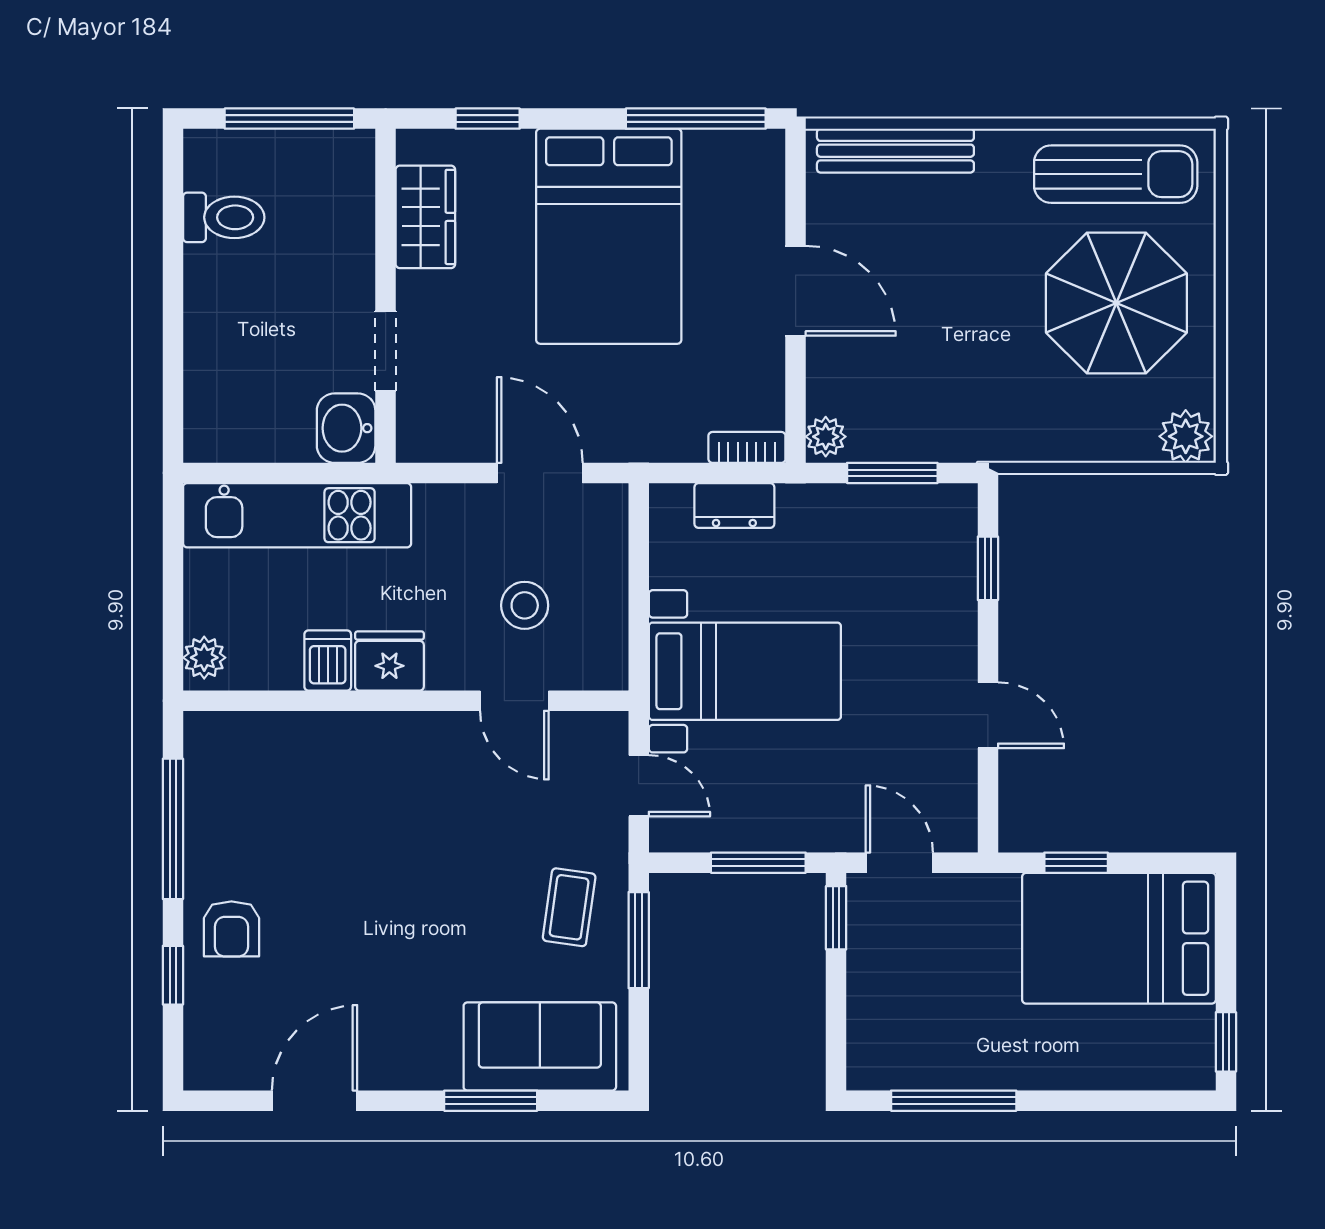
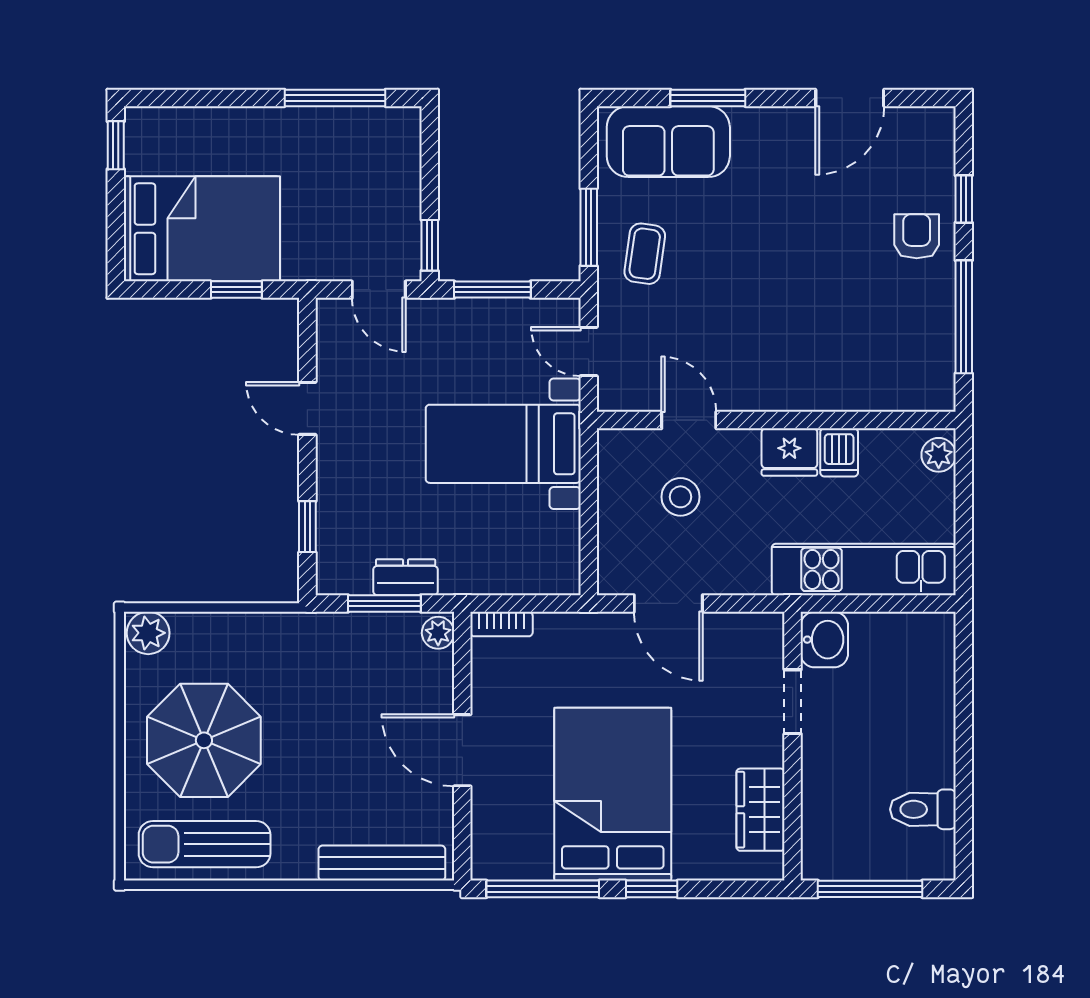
window: (488, 119) -> (652, 889), moved
dresser: (734, 505) -> (406, 577), moved

